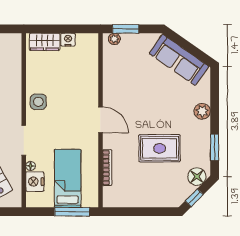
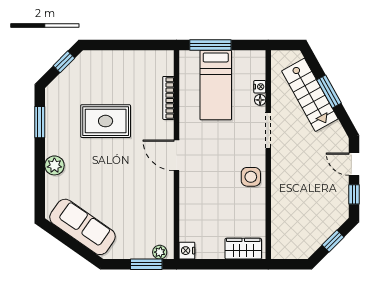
nightstand: (68, 40) -> (187, 251), moved, turned 90
floor lamp: (197, 177) -> (61, 87), removed
nightstand: (35, 182) -> (260, 87), width x0.53, depth x0.56

